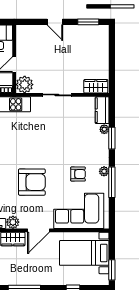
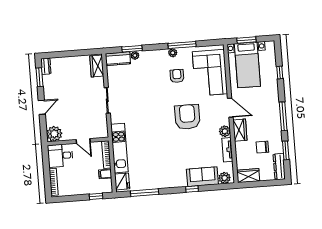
dresser: (100, 30) -> (46, 66), added
plant: (25, 85) -> (54, 134), moved
window: (112, 138) -> (132, 49), moved
window: (112, 270) -> (246, 40), moved

